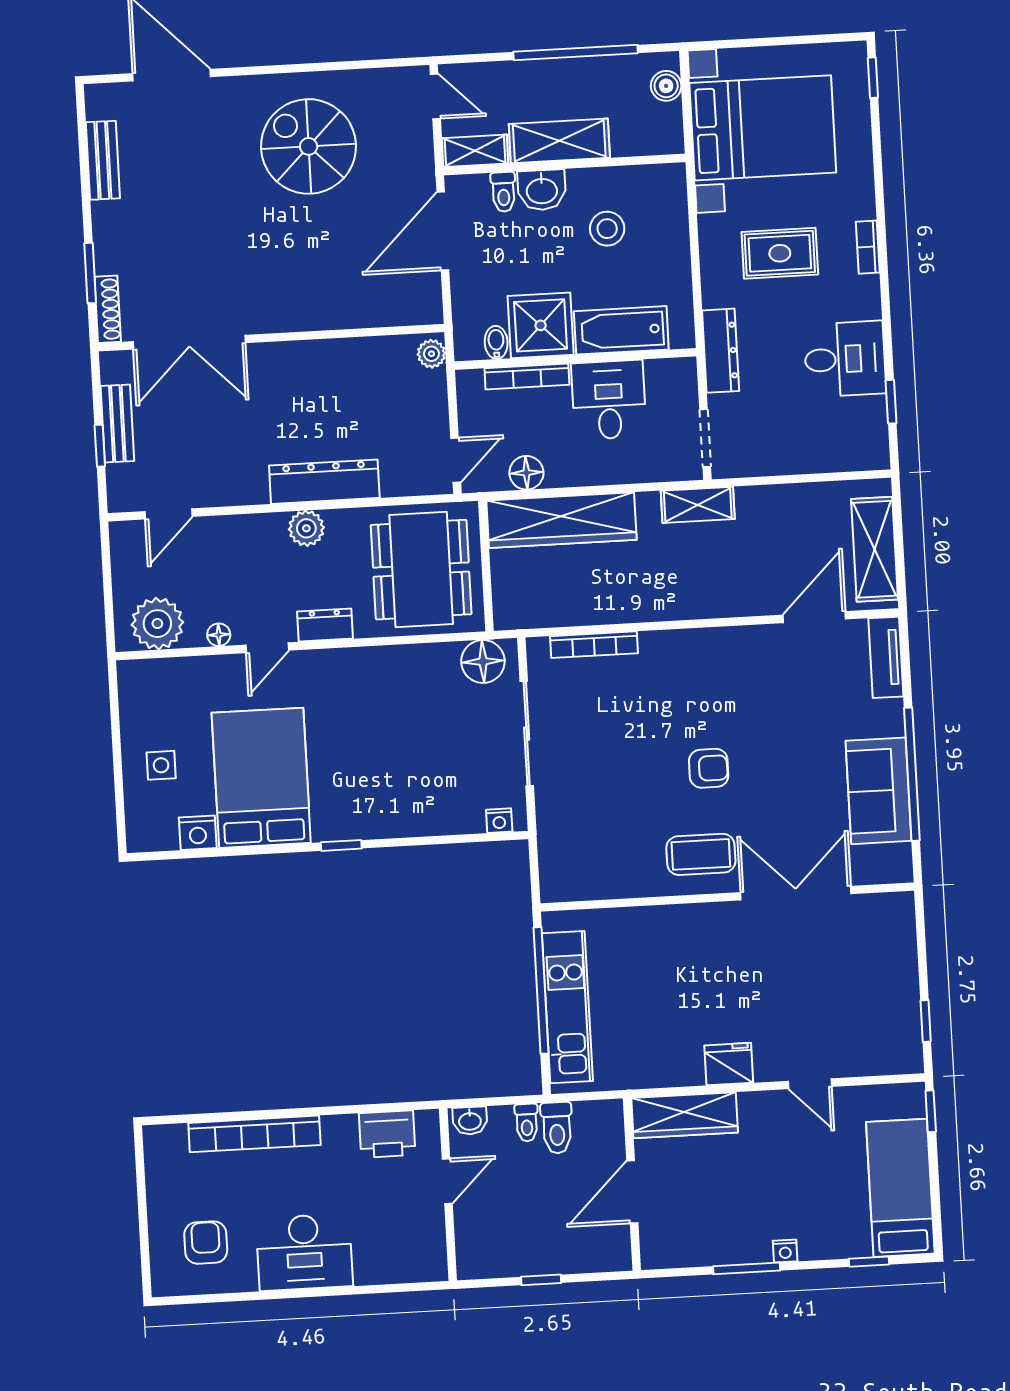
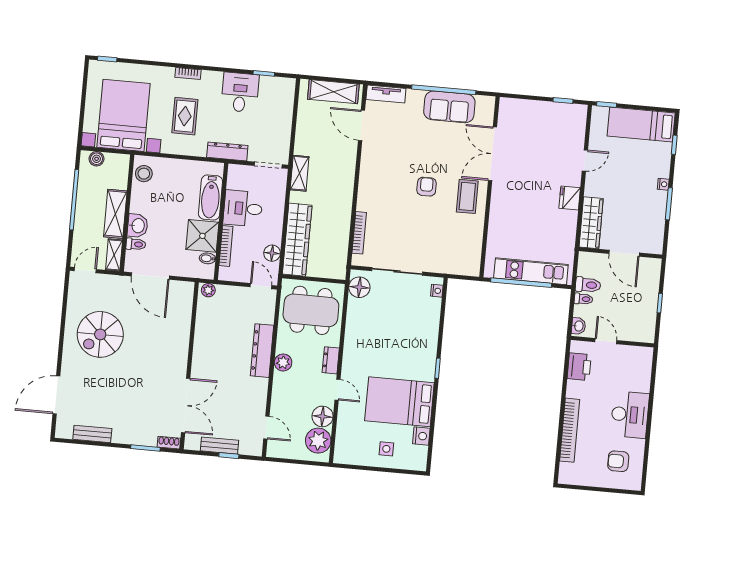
stool: (607, 229) -> (144, 174), moved
shoe rack: (108, 309) -> (169, 443), width x0.70
floor lamp: (219, 635) -> (323, 416), width x1.89, depth x1.89

